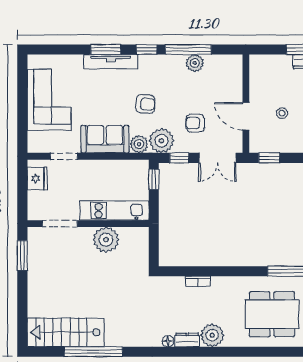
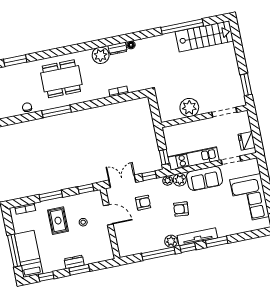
tv unit: (111, 62) -> (197, 237), moved
plant: (195, 63) -> (171, 241), moved
plant: (161, 141) -> (168, 181), width x0.53, depth x0.53
kitchen unit: (114, 211) -> (193, 158), moved, turned 180

